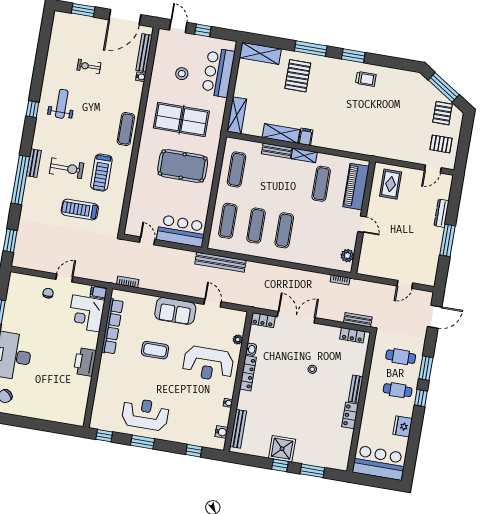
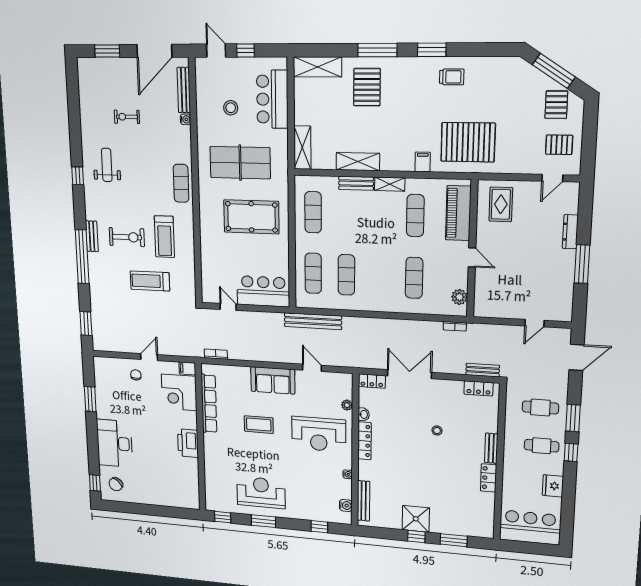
pallet: (371, 131) -> (468, 142), added
filing cabinet: (306, 137) -> (423, 162), moved
exercise mat: (284, 230) -> (414, 278), moved

